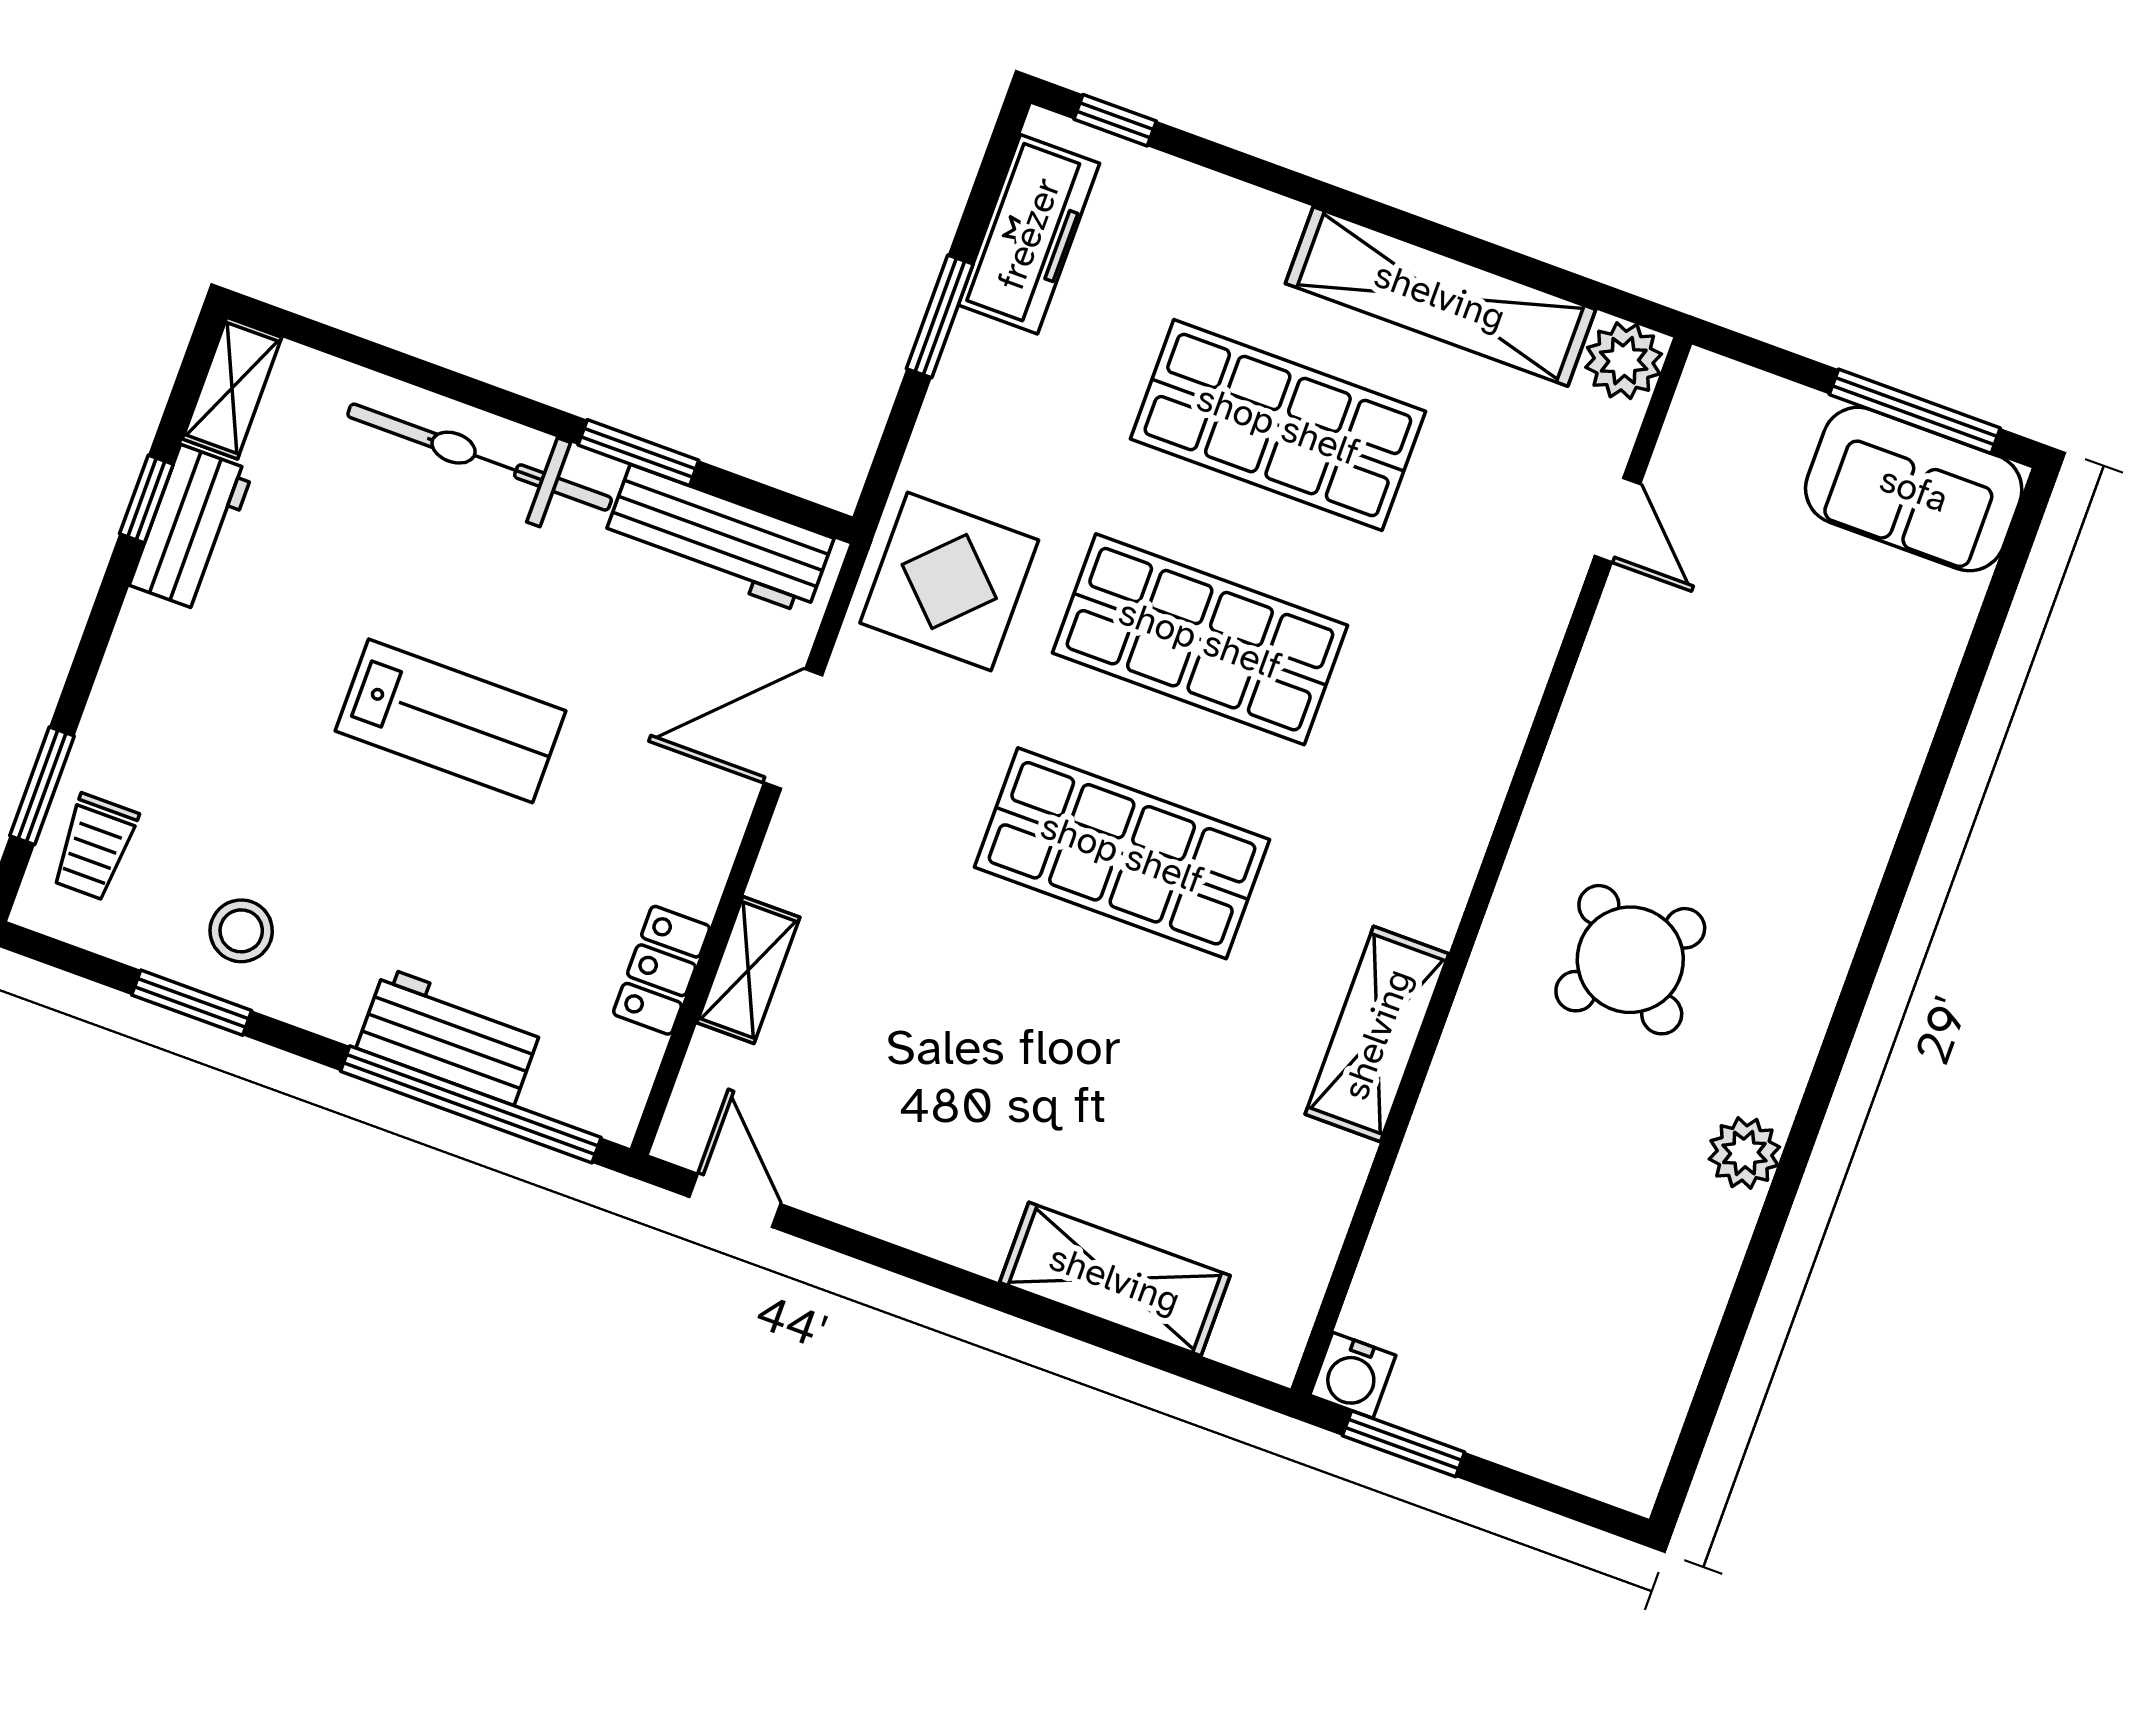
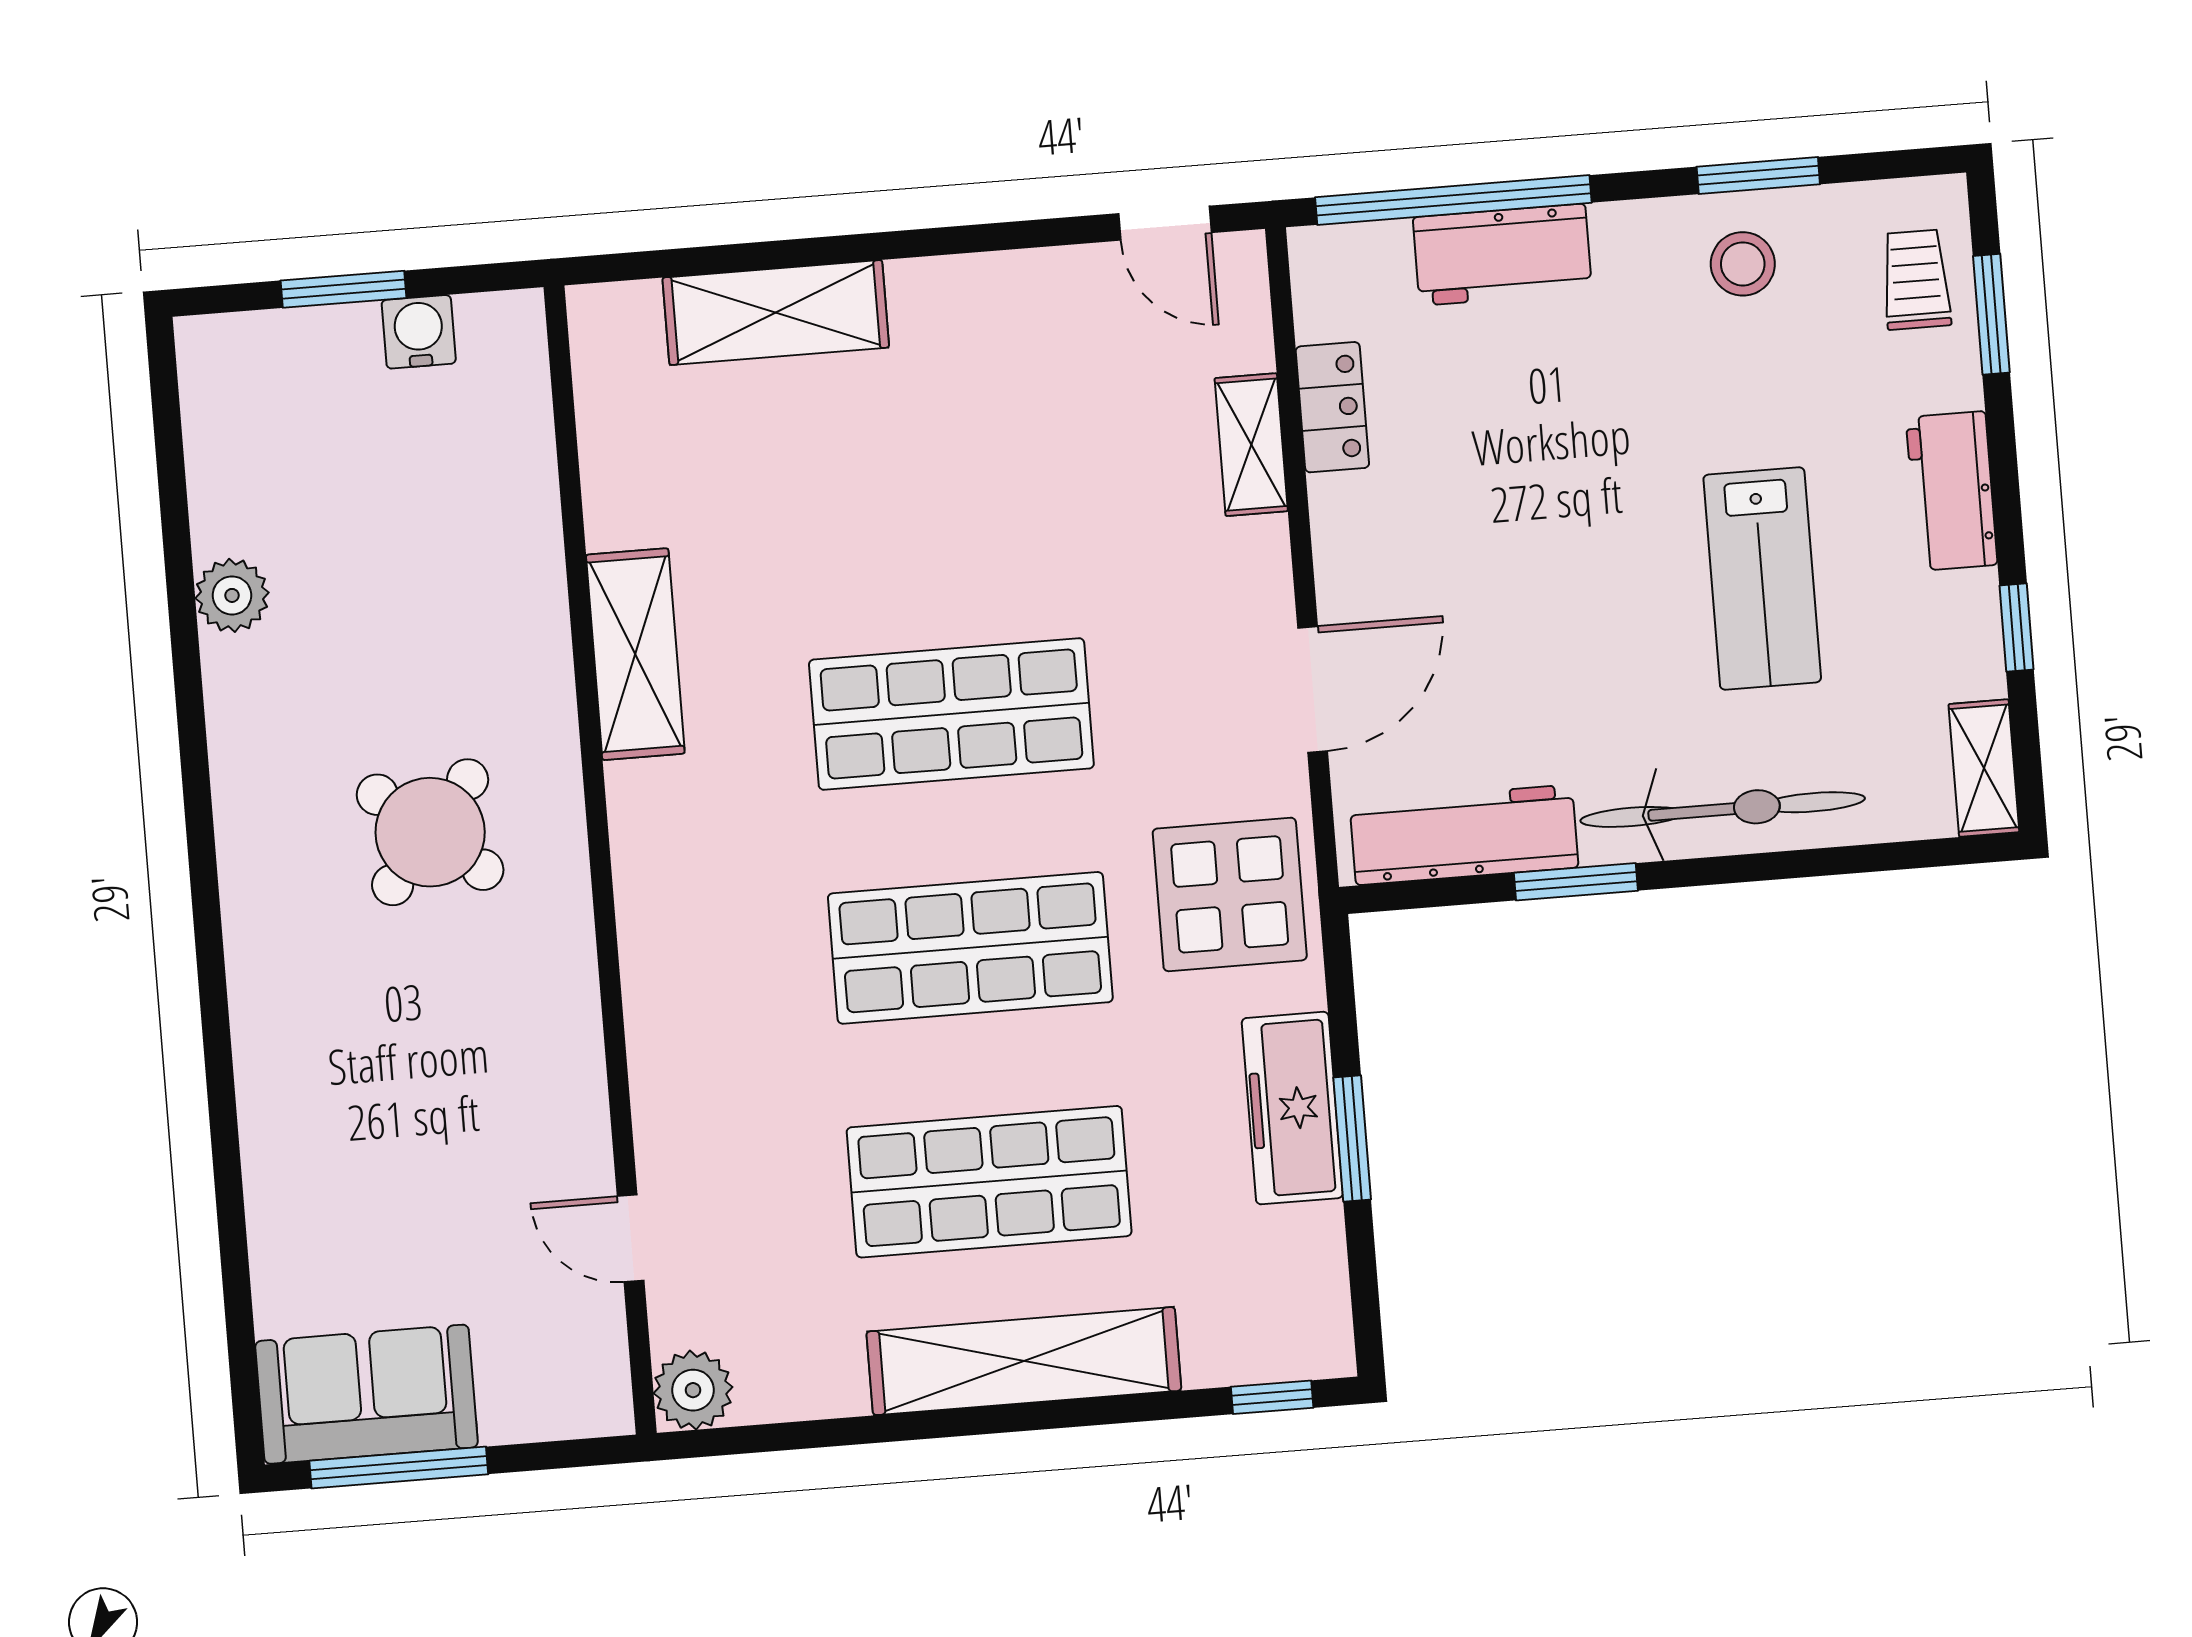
freezer: (1029, 234) -> (1292, 1108), moved
shelving: (1440, 296) -> (1024, 1361), moved
workbench: (191, 528) -> (1952, 491), moved
lab bench: (450, 721) -> (1762, 579), moved, turned -90
plant: (1744, 1153) -> (232, 595), moved
water cooler: (1353, 1375) -> (419, 332), moved
window: (1404, 1444) -> (344, 289), moved

